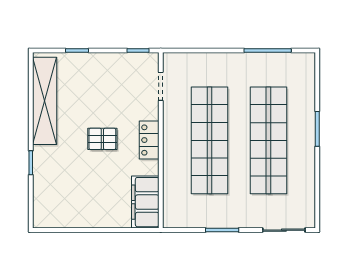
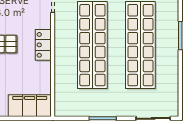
filing cabinet: (145, 202) -> (30, 106), moved, turned 90

